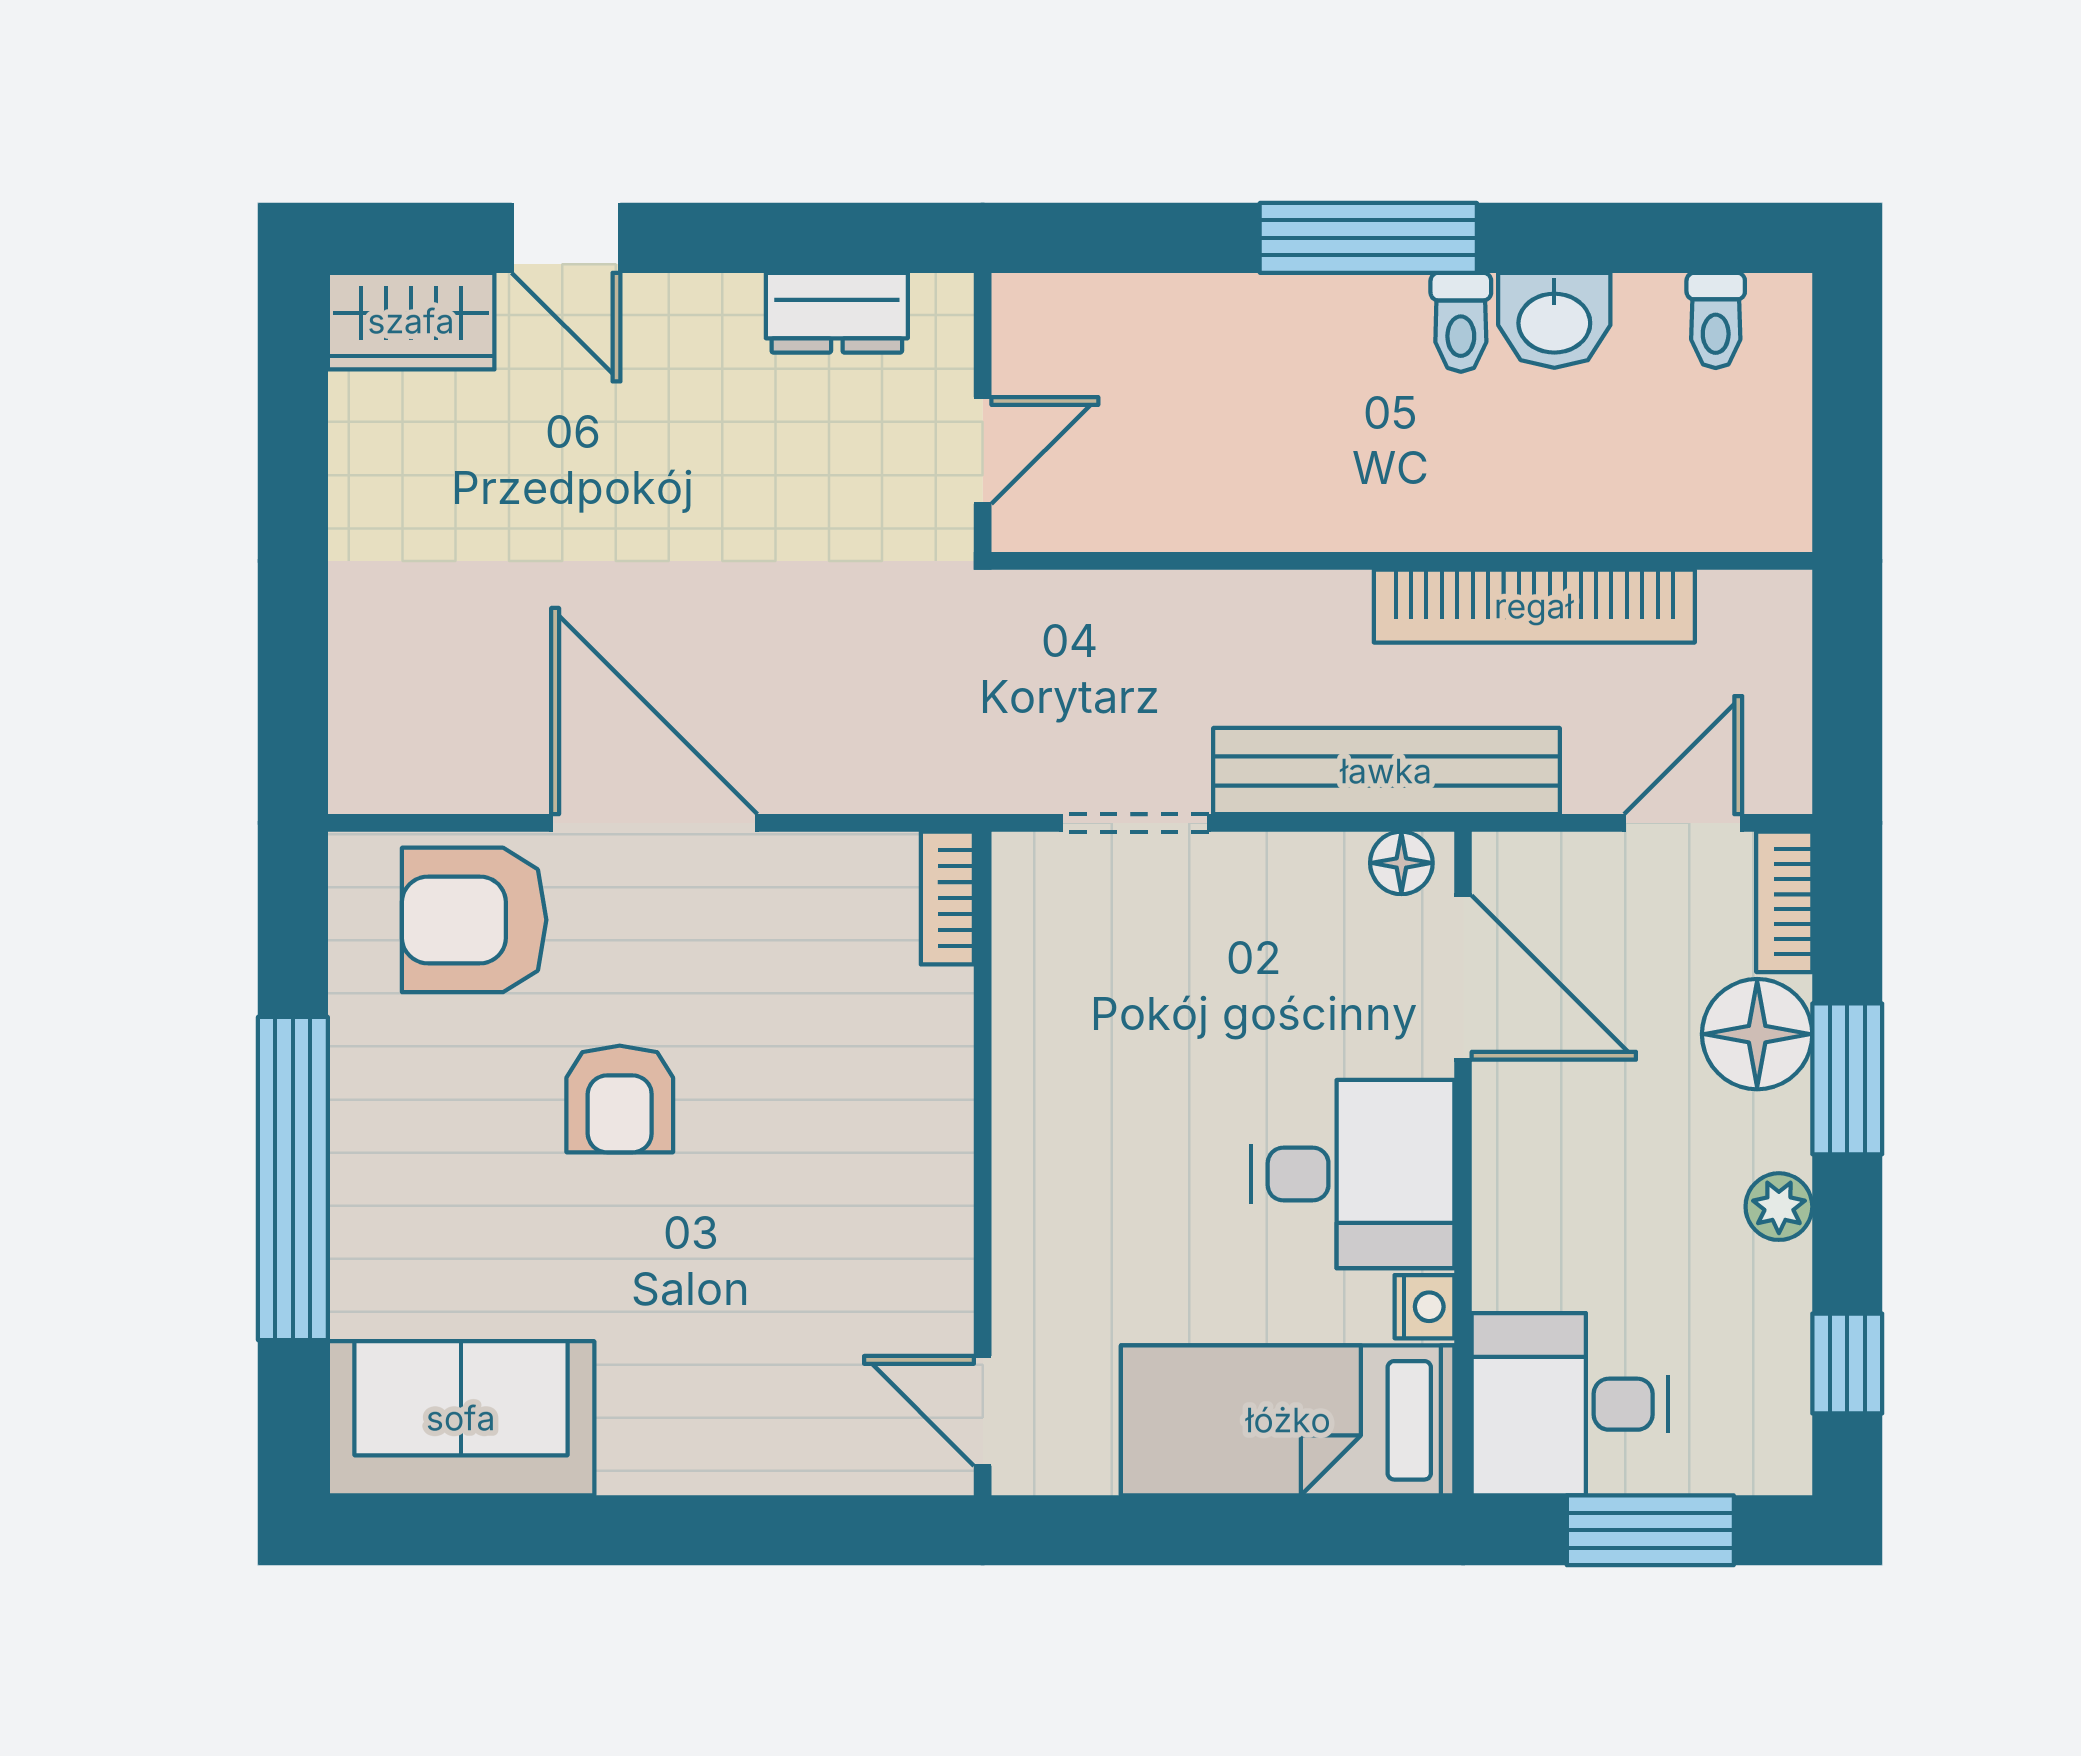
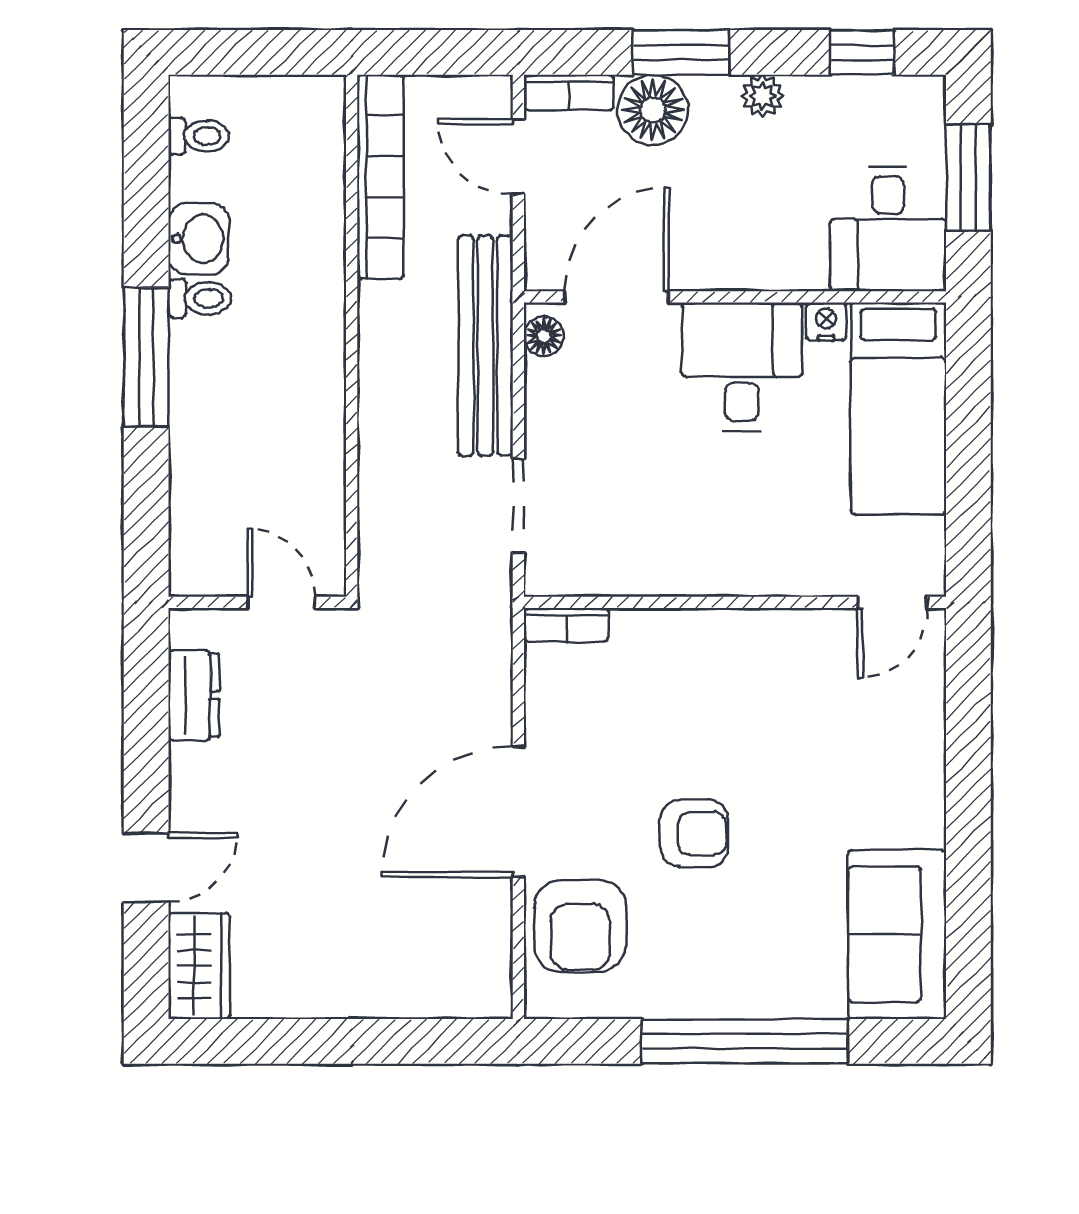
bookcase: (1534, 606) -> (380, 177), moved

